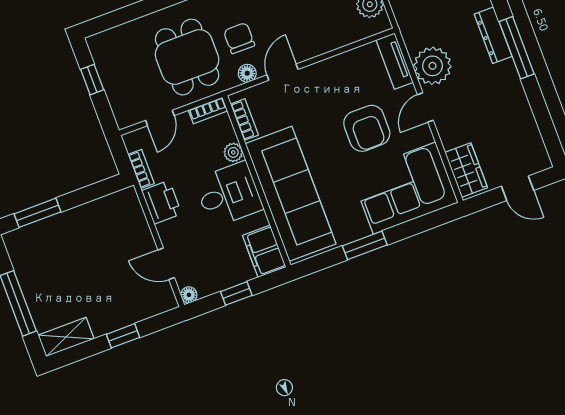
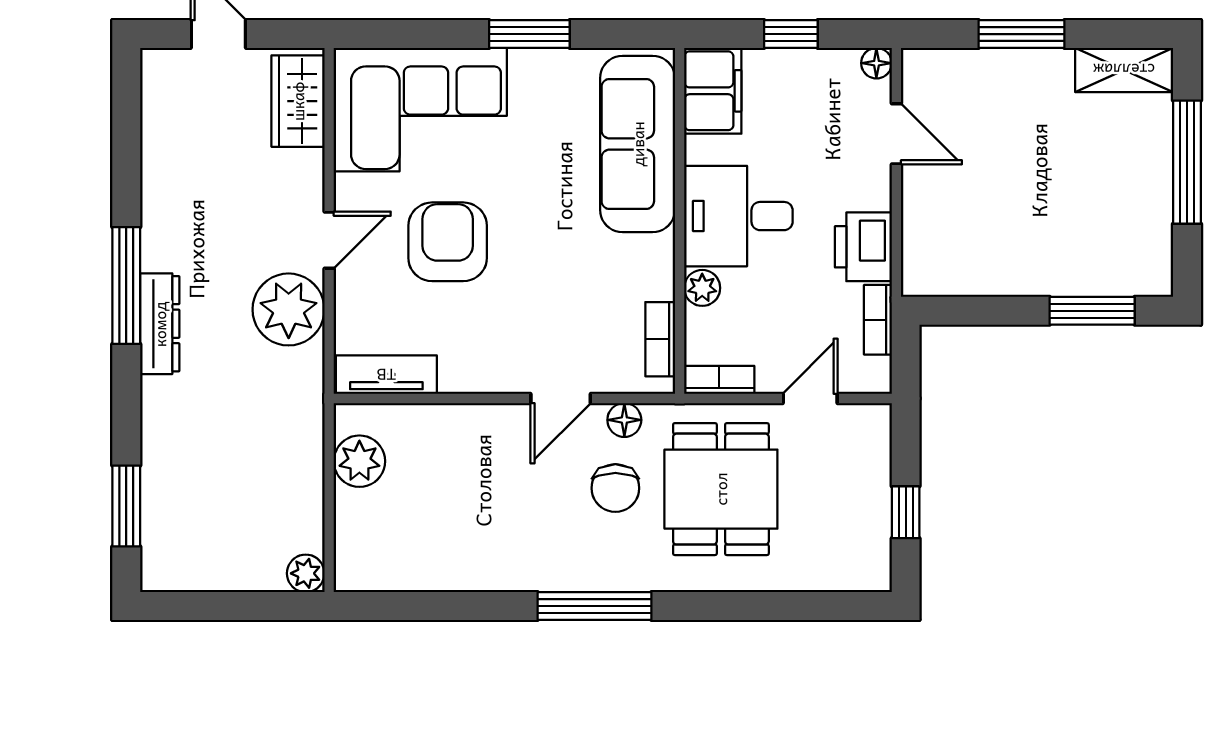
tv unit: (395, 61) -> (386, 375), moved, turned -90
sofa: (291, 194) -> (638, 144), width x0.74, depth x0.79
window: (123, 336) -> (1022, 34), width x1.50

